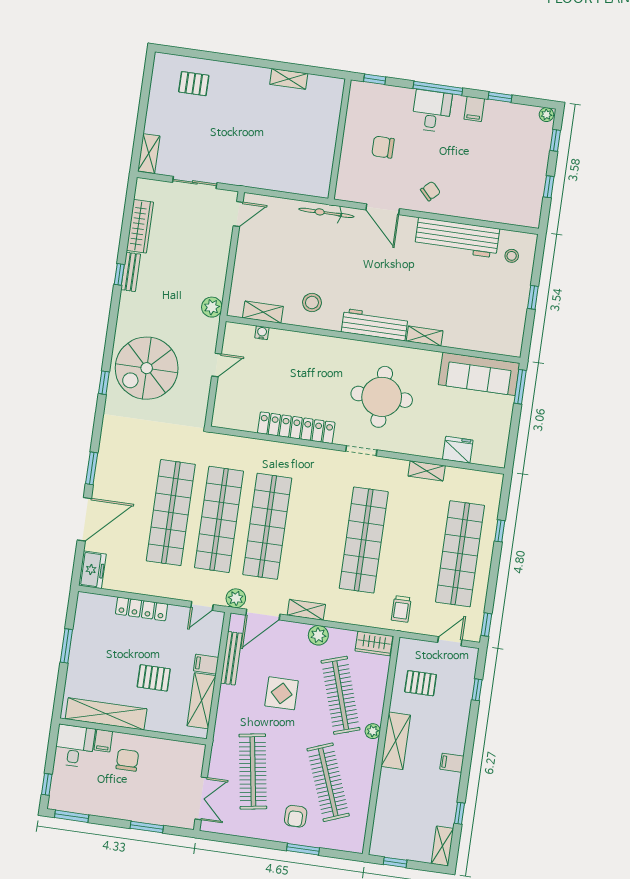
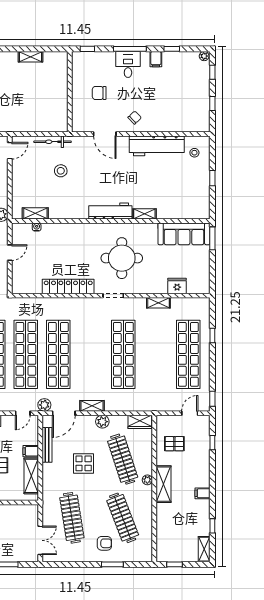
bicycle: (326, 213) -> (53, 142), moved
stool: (312, 302) -> (61, 171), moved
trolley: (401, 609) -> (155, 396), removed
armchair: (296, 816) -> (104, 543), turned -90

